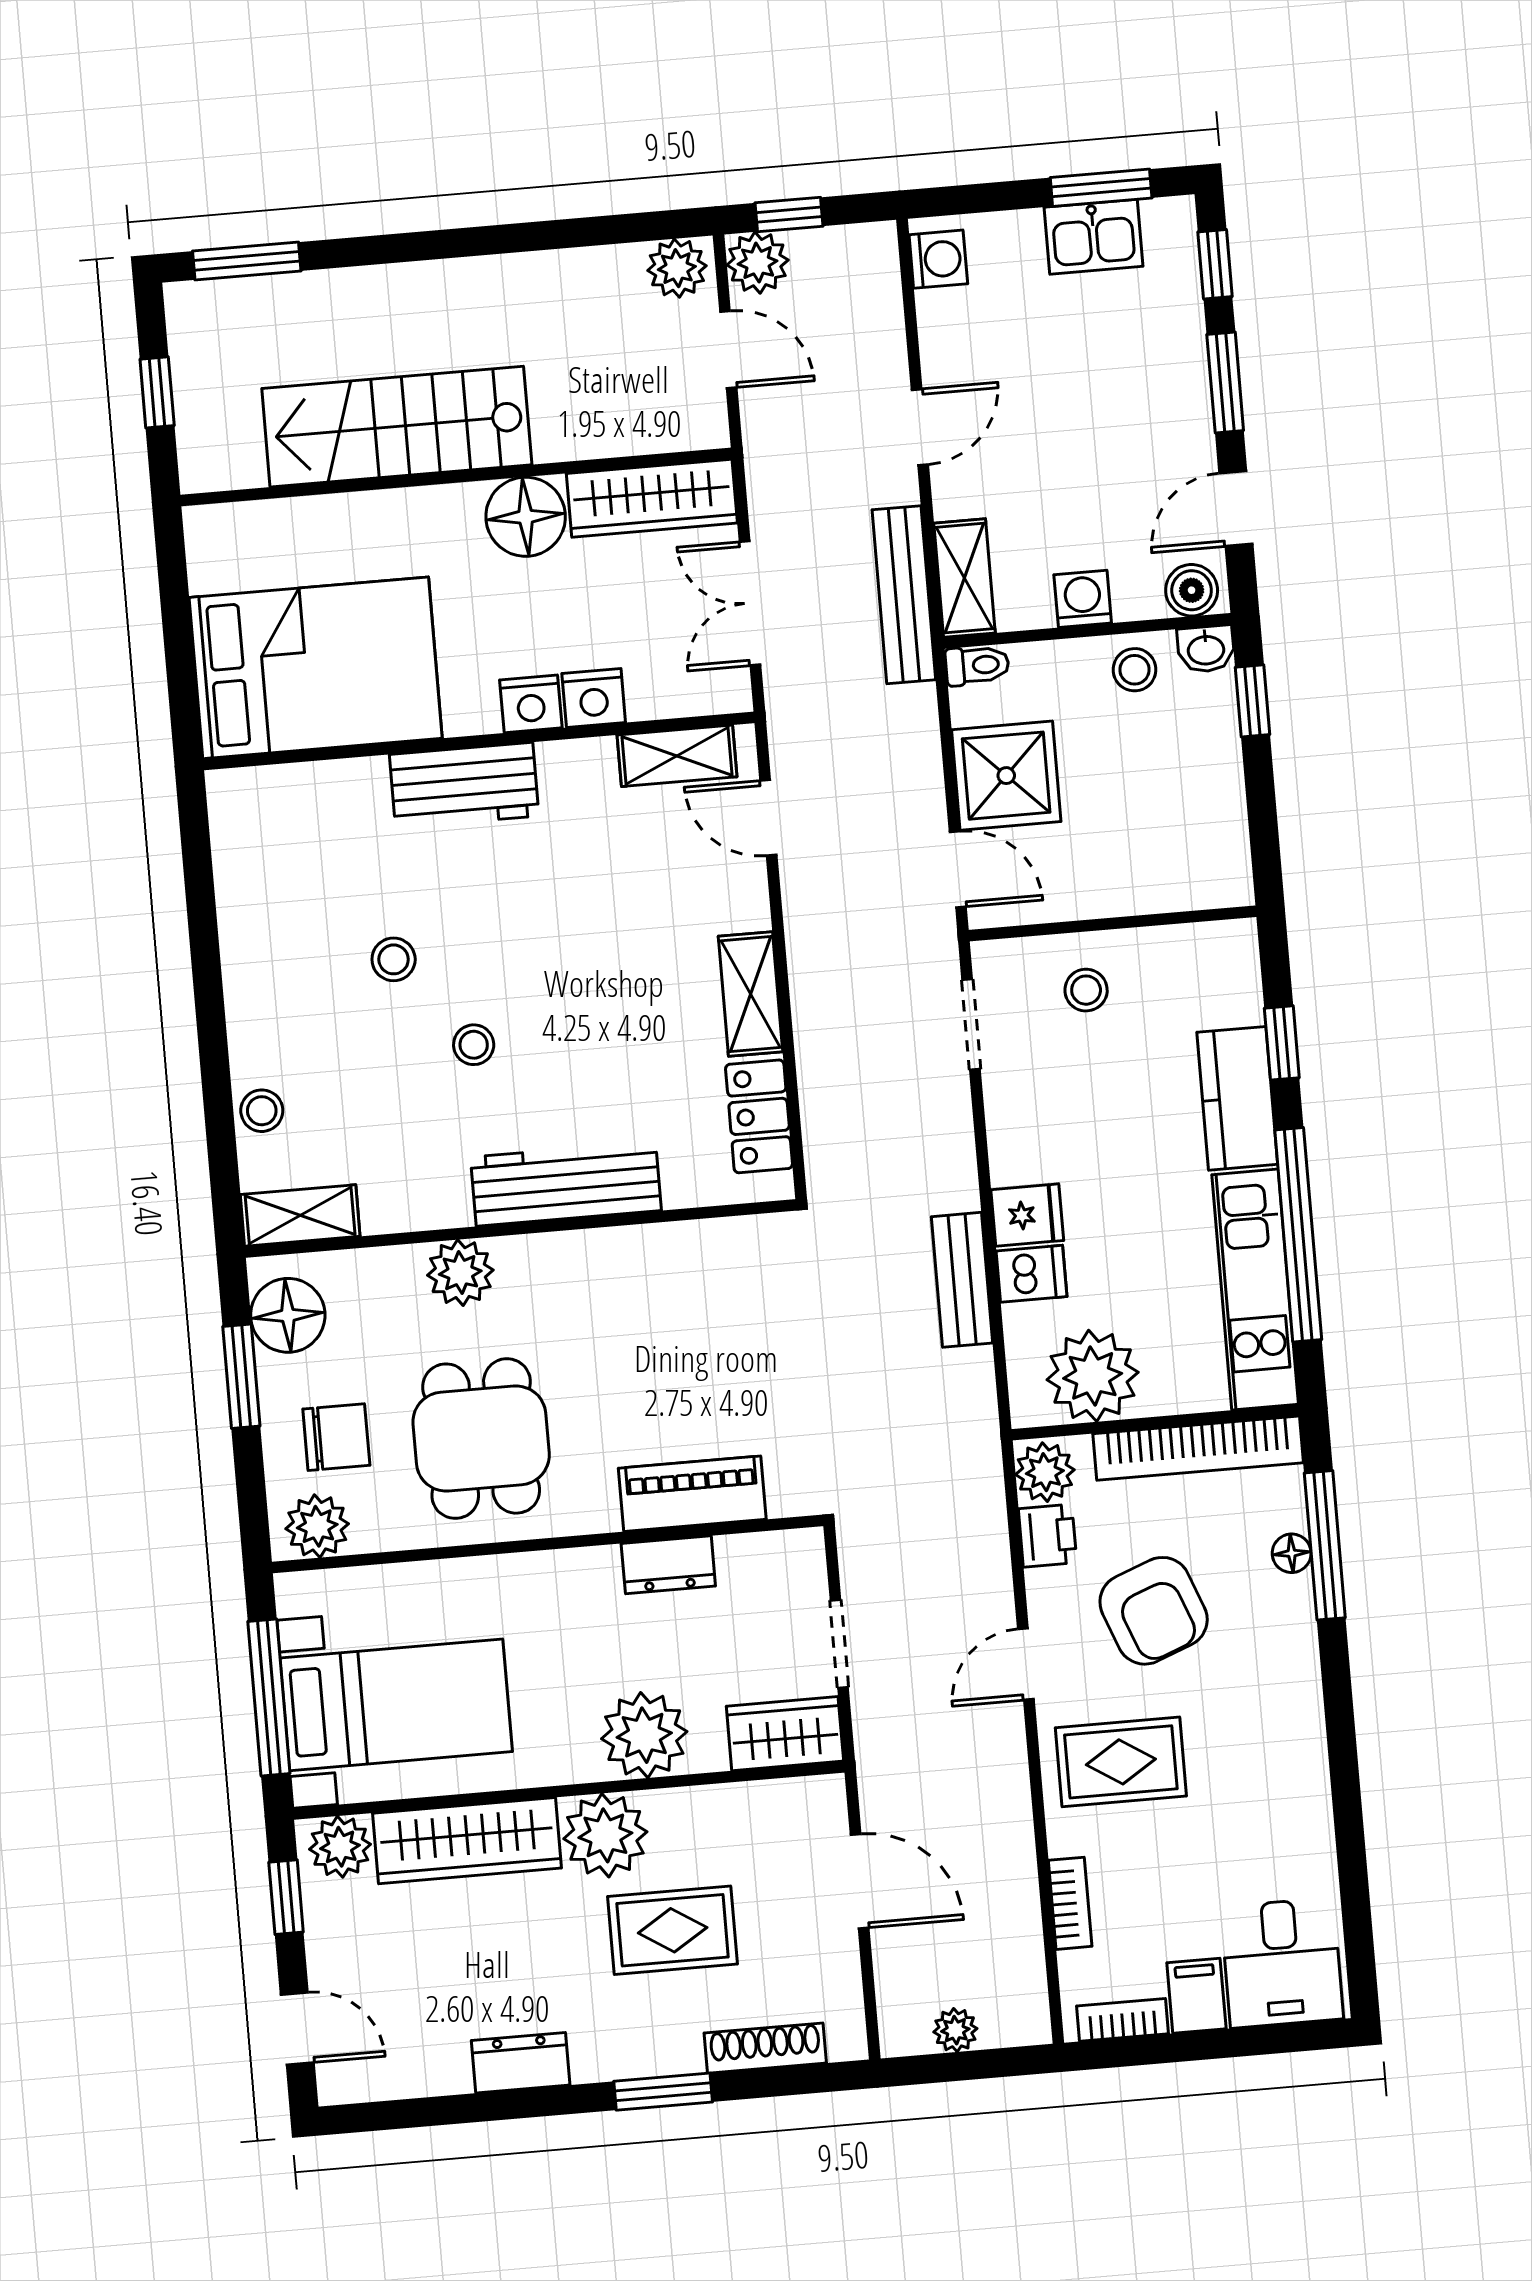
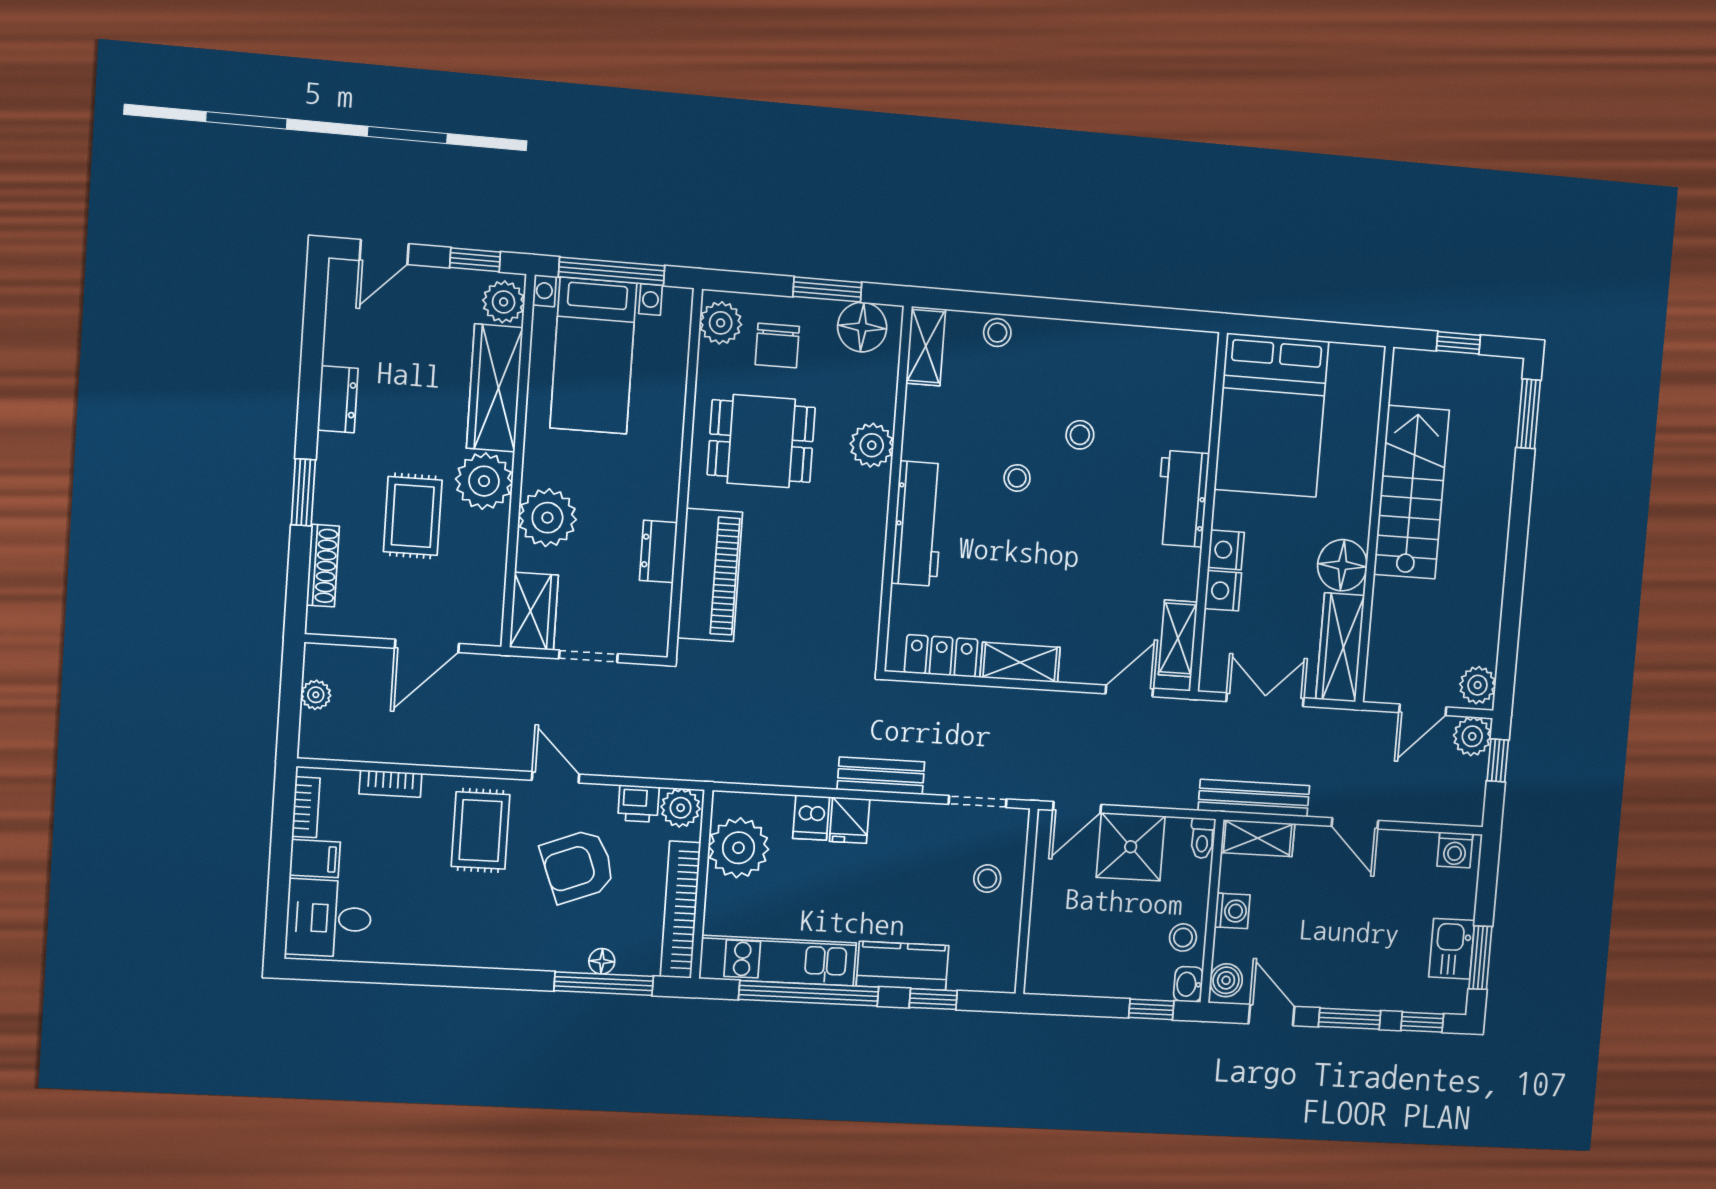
bench: (962, 1280) -> (881, 776), moved
piano: (692, 1494) -> (710, 575), width x1.37, depth x1.33

